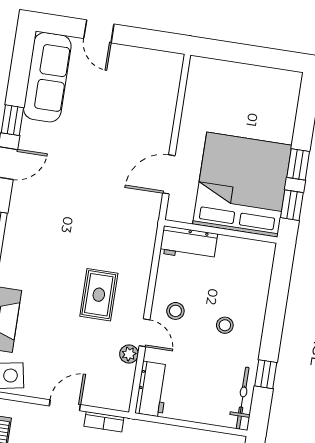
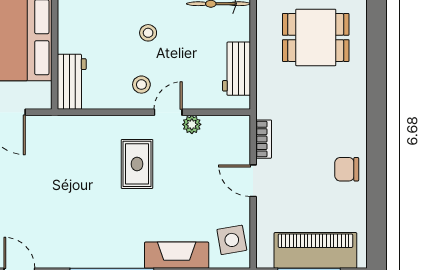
rug: (99, 295) -> (137, 164), turned 90
workbench: (152, 389) -> (237, 69), moved, turned -90

